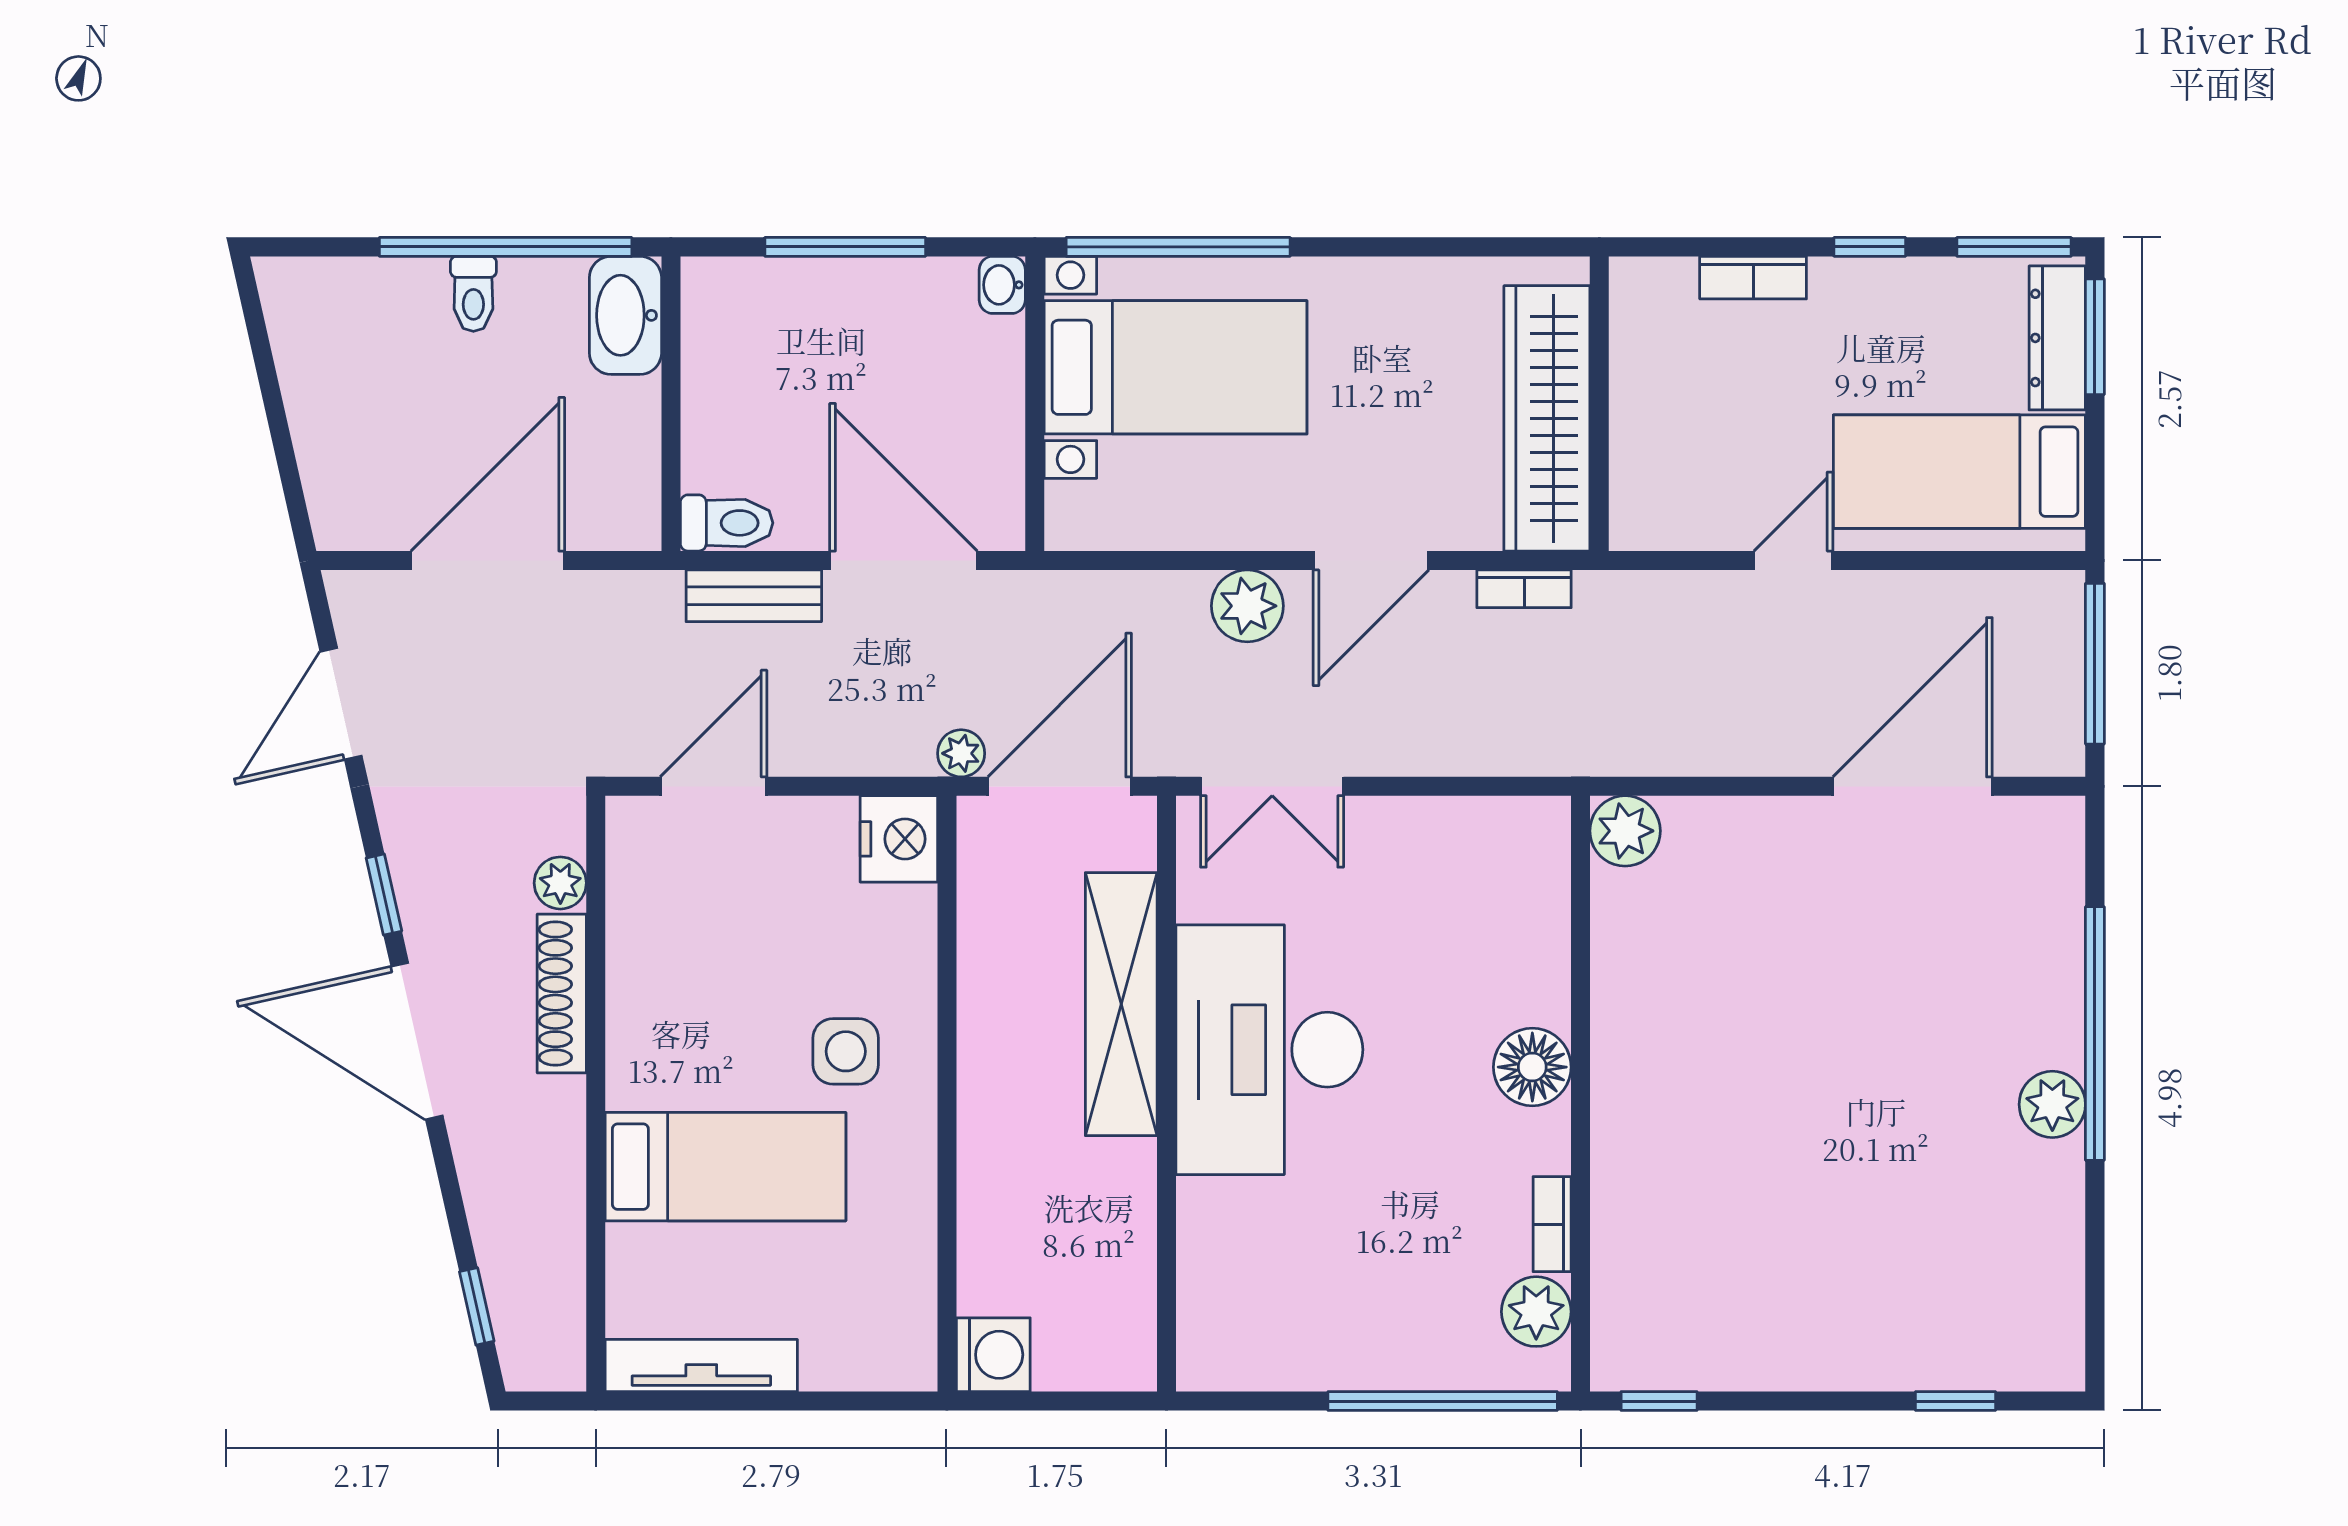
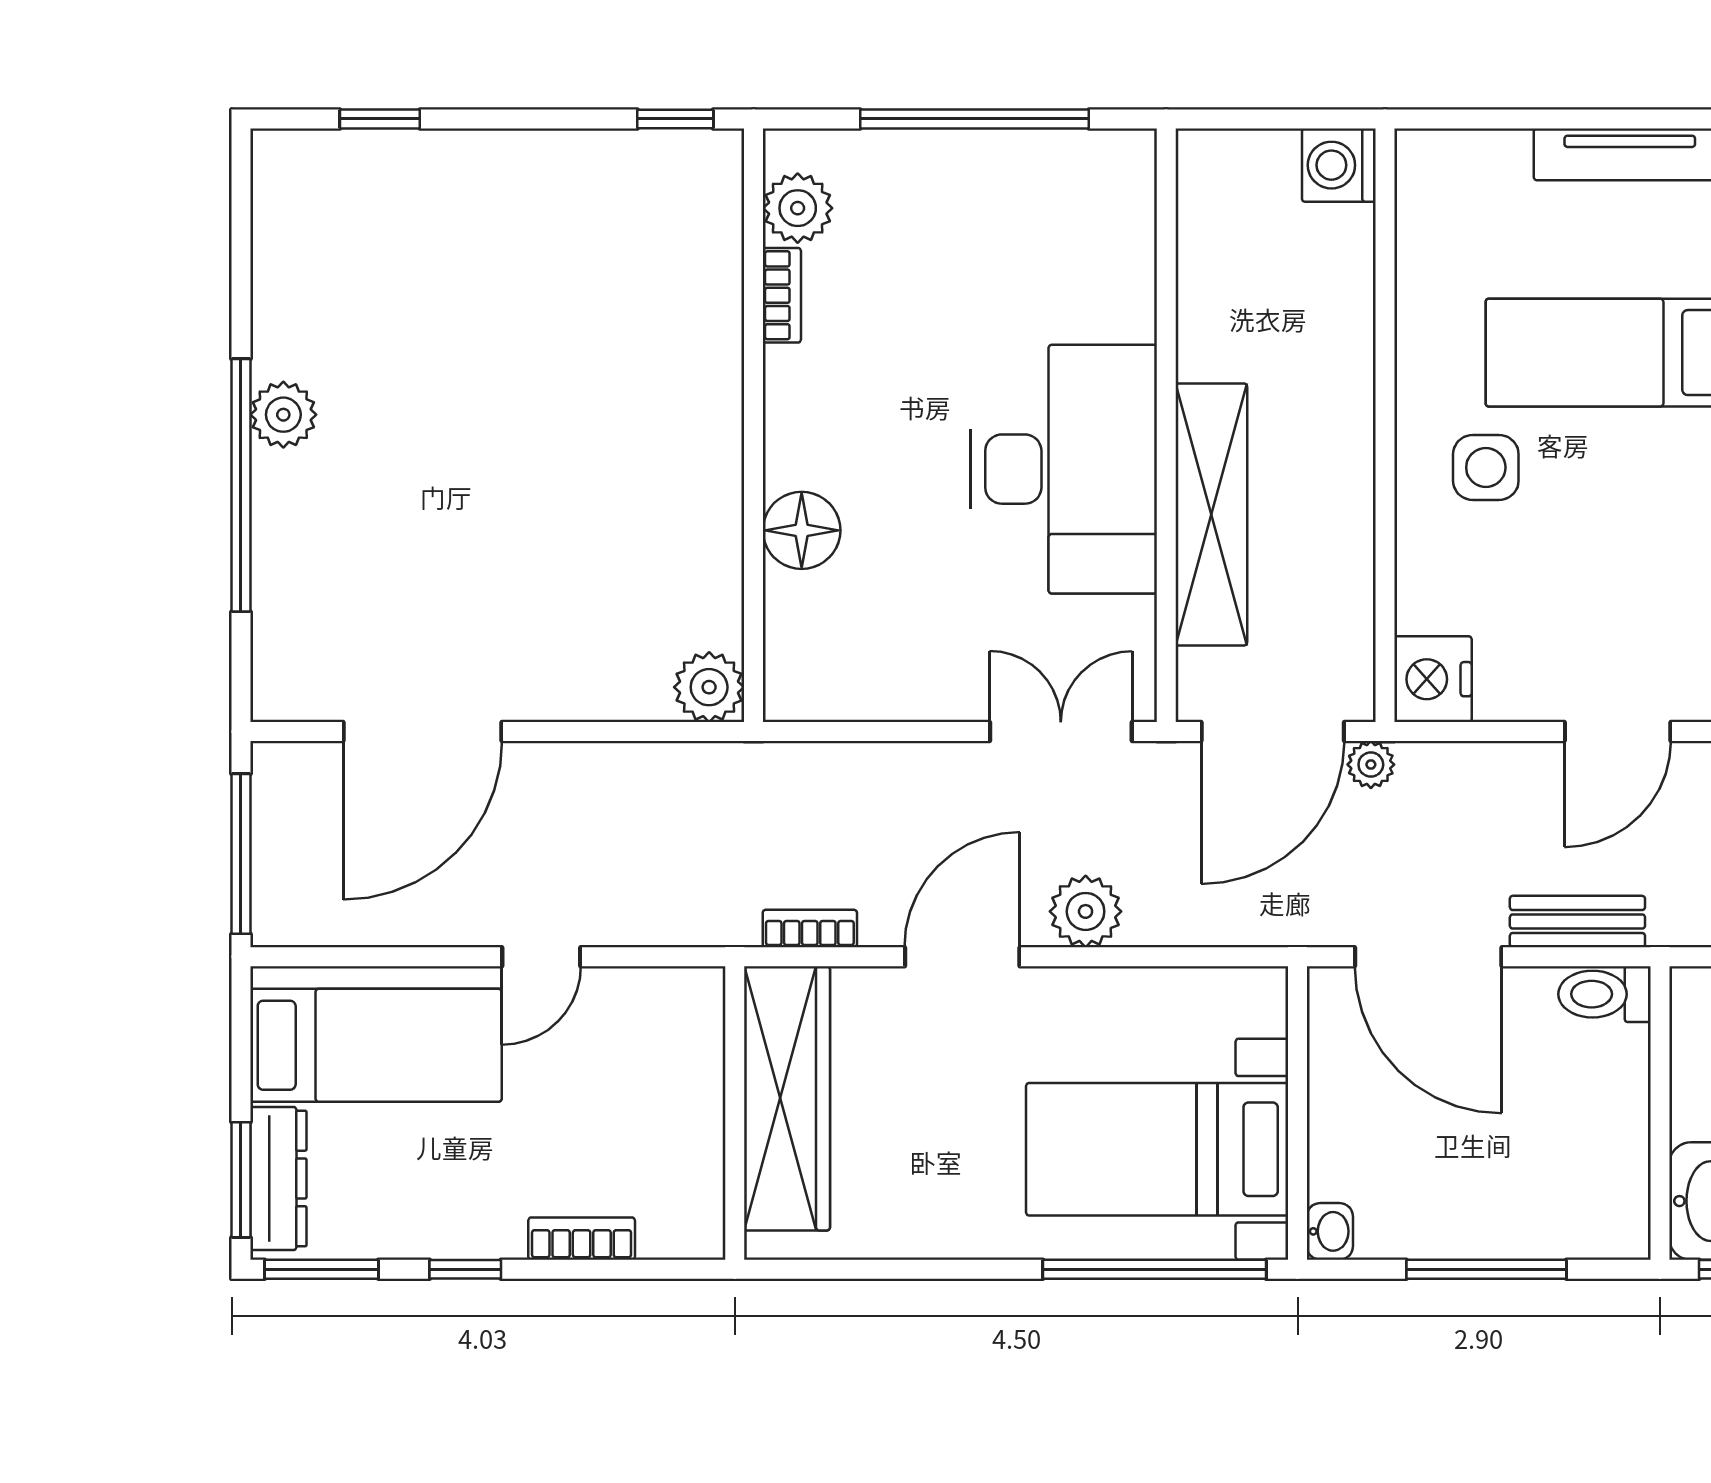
floor lamp: (1532, 1067) -> (802, 530), moved
window: (1443, 1401) -> (975, 119), moved

